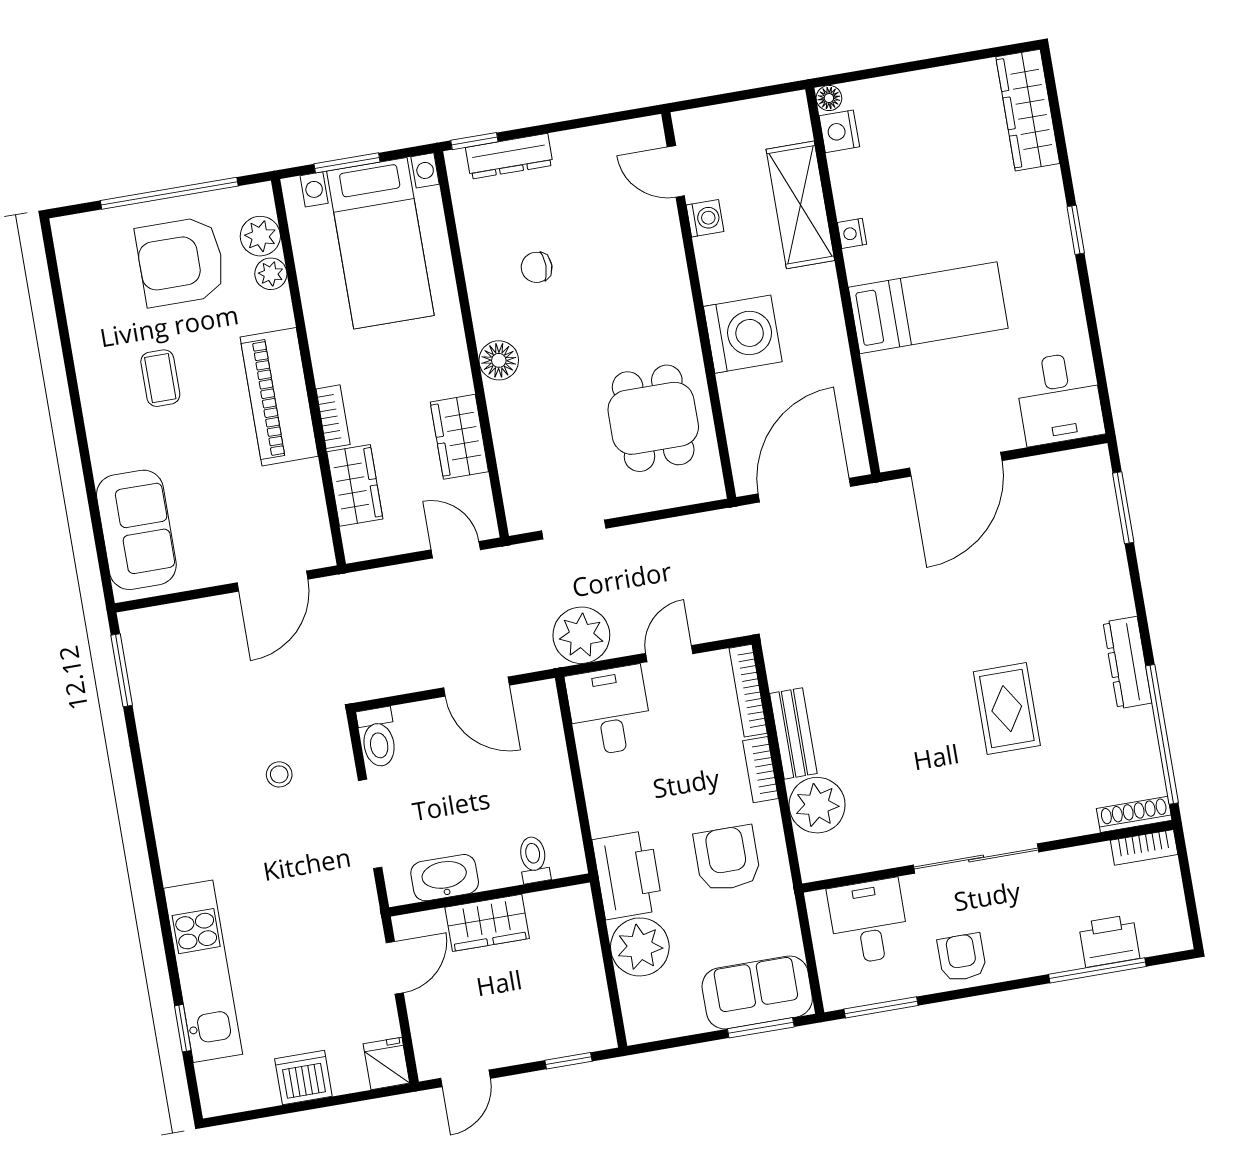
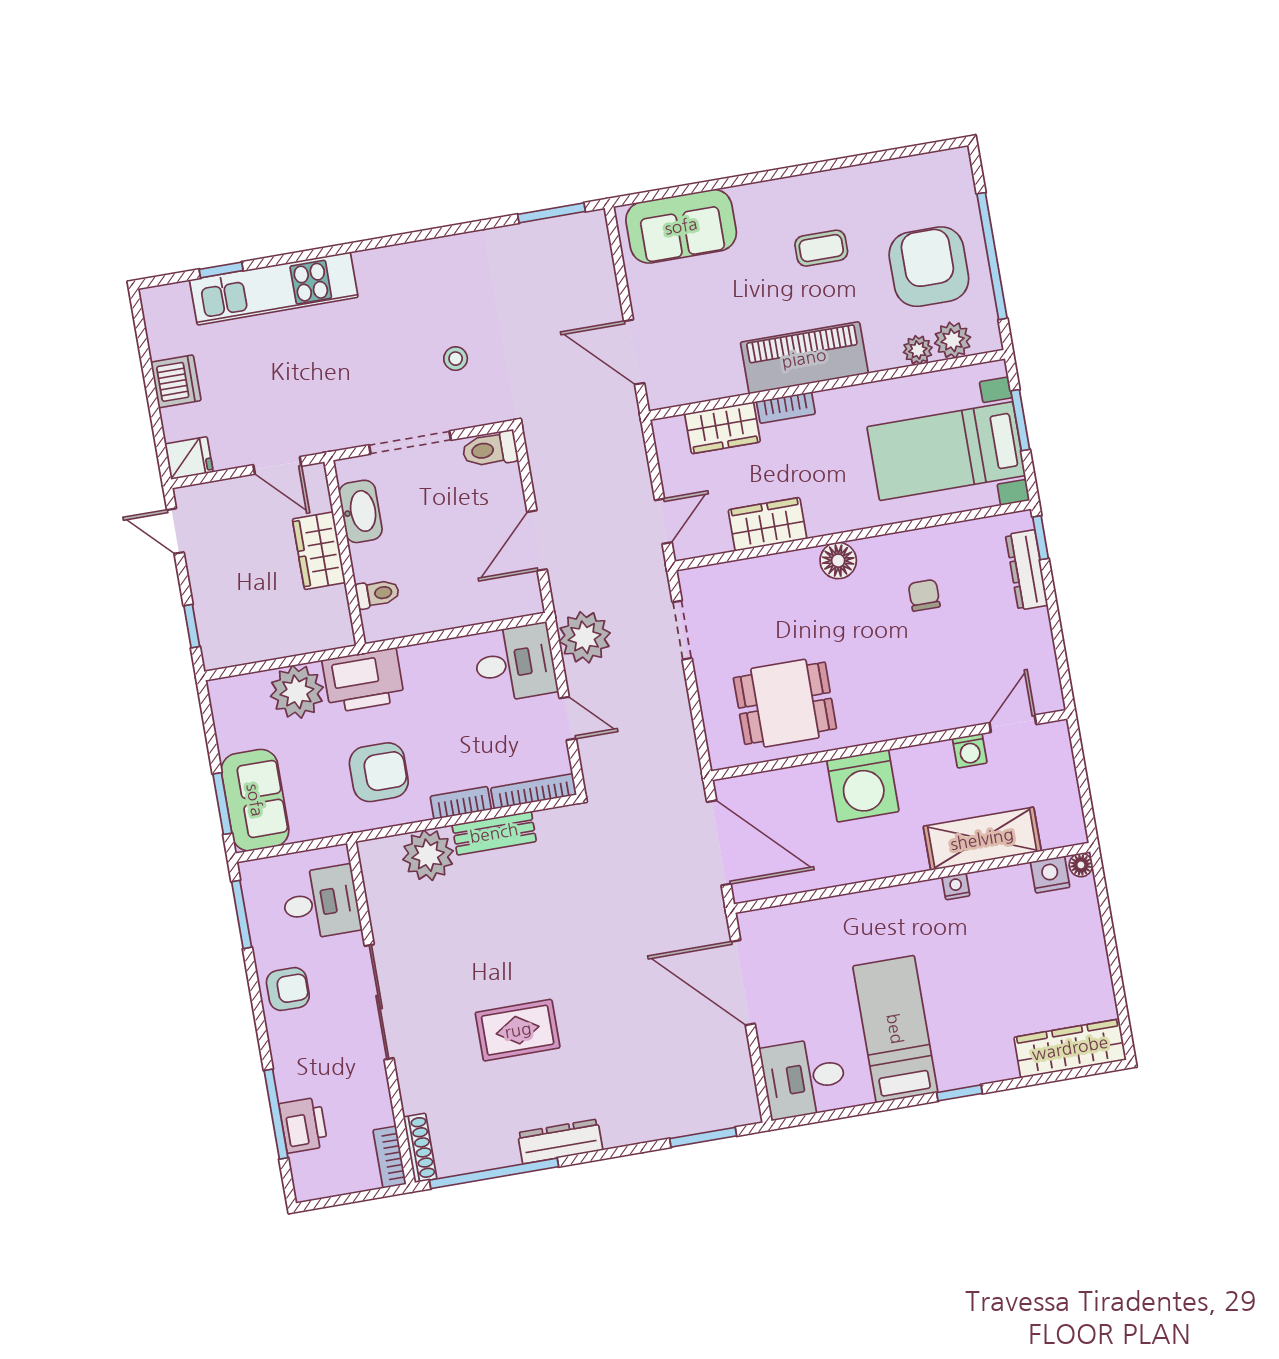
bed: (928, 308) -> (895, 1029), moved, turned 180

